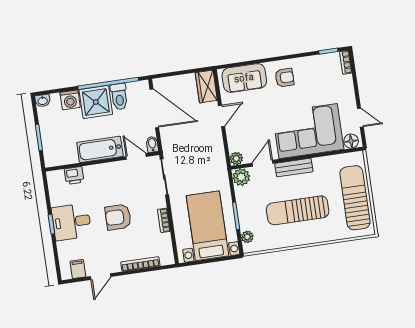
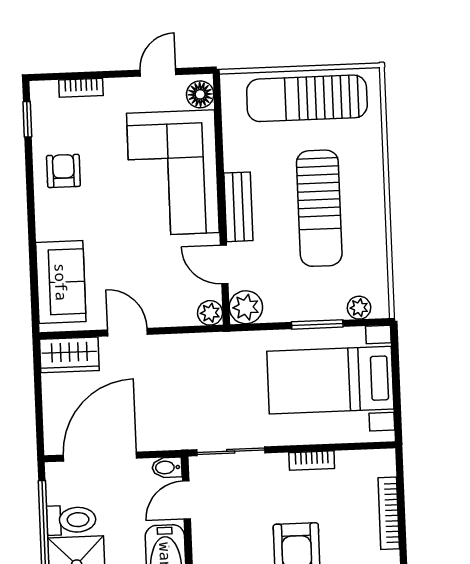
bookcase: (346, 62) -> (81, 88), moved
armchair: (284, 78) -> (63, 171), moved

